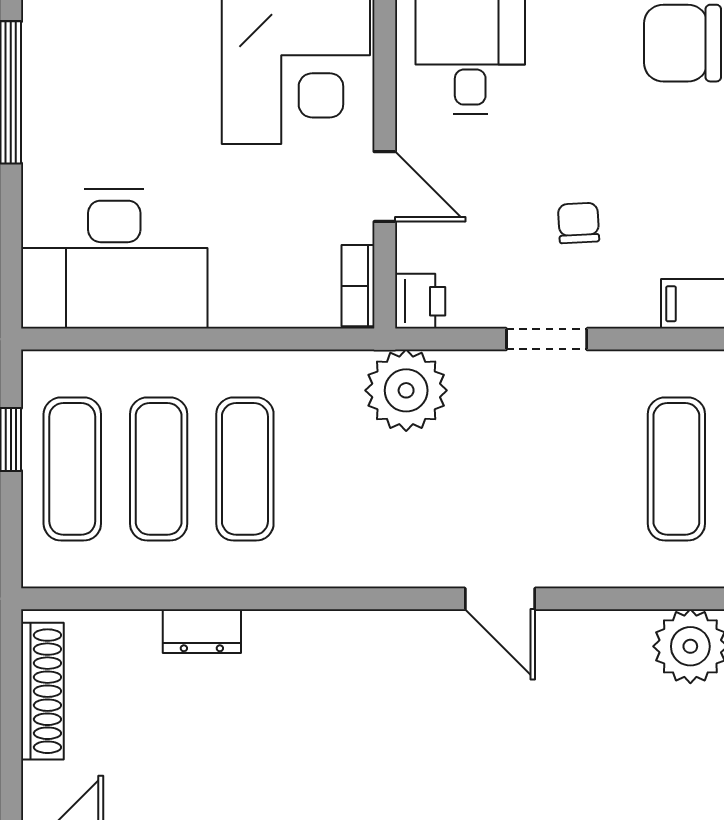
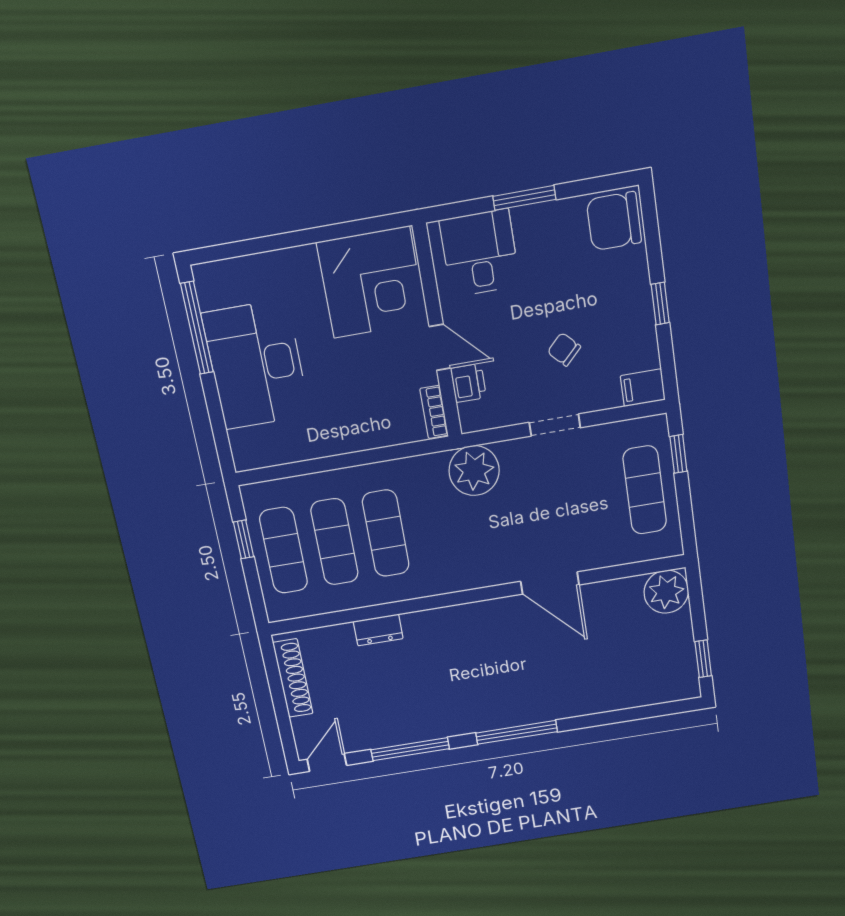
chair: (579, 223) -> (564, 349), turned -42
desk: (114, 259) -> (256, 365), moved, turned 90
printer: (420, 301) -> (468, 383), moved
door: (500, 599) -> (550, 583), width x1.38

